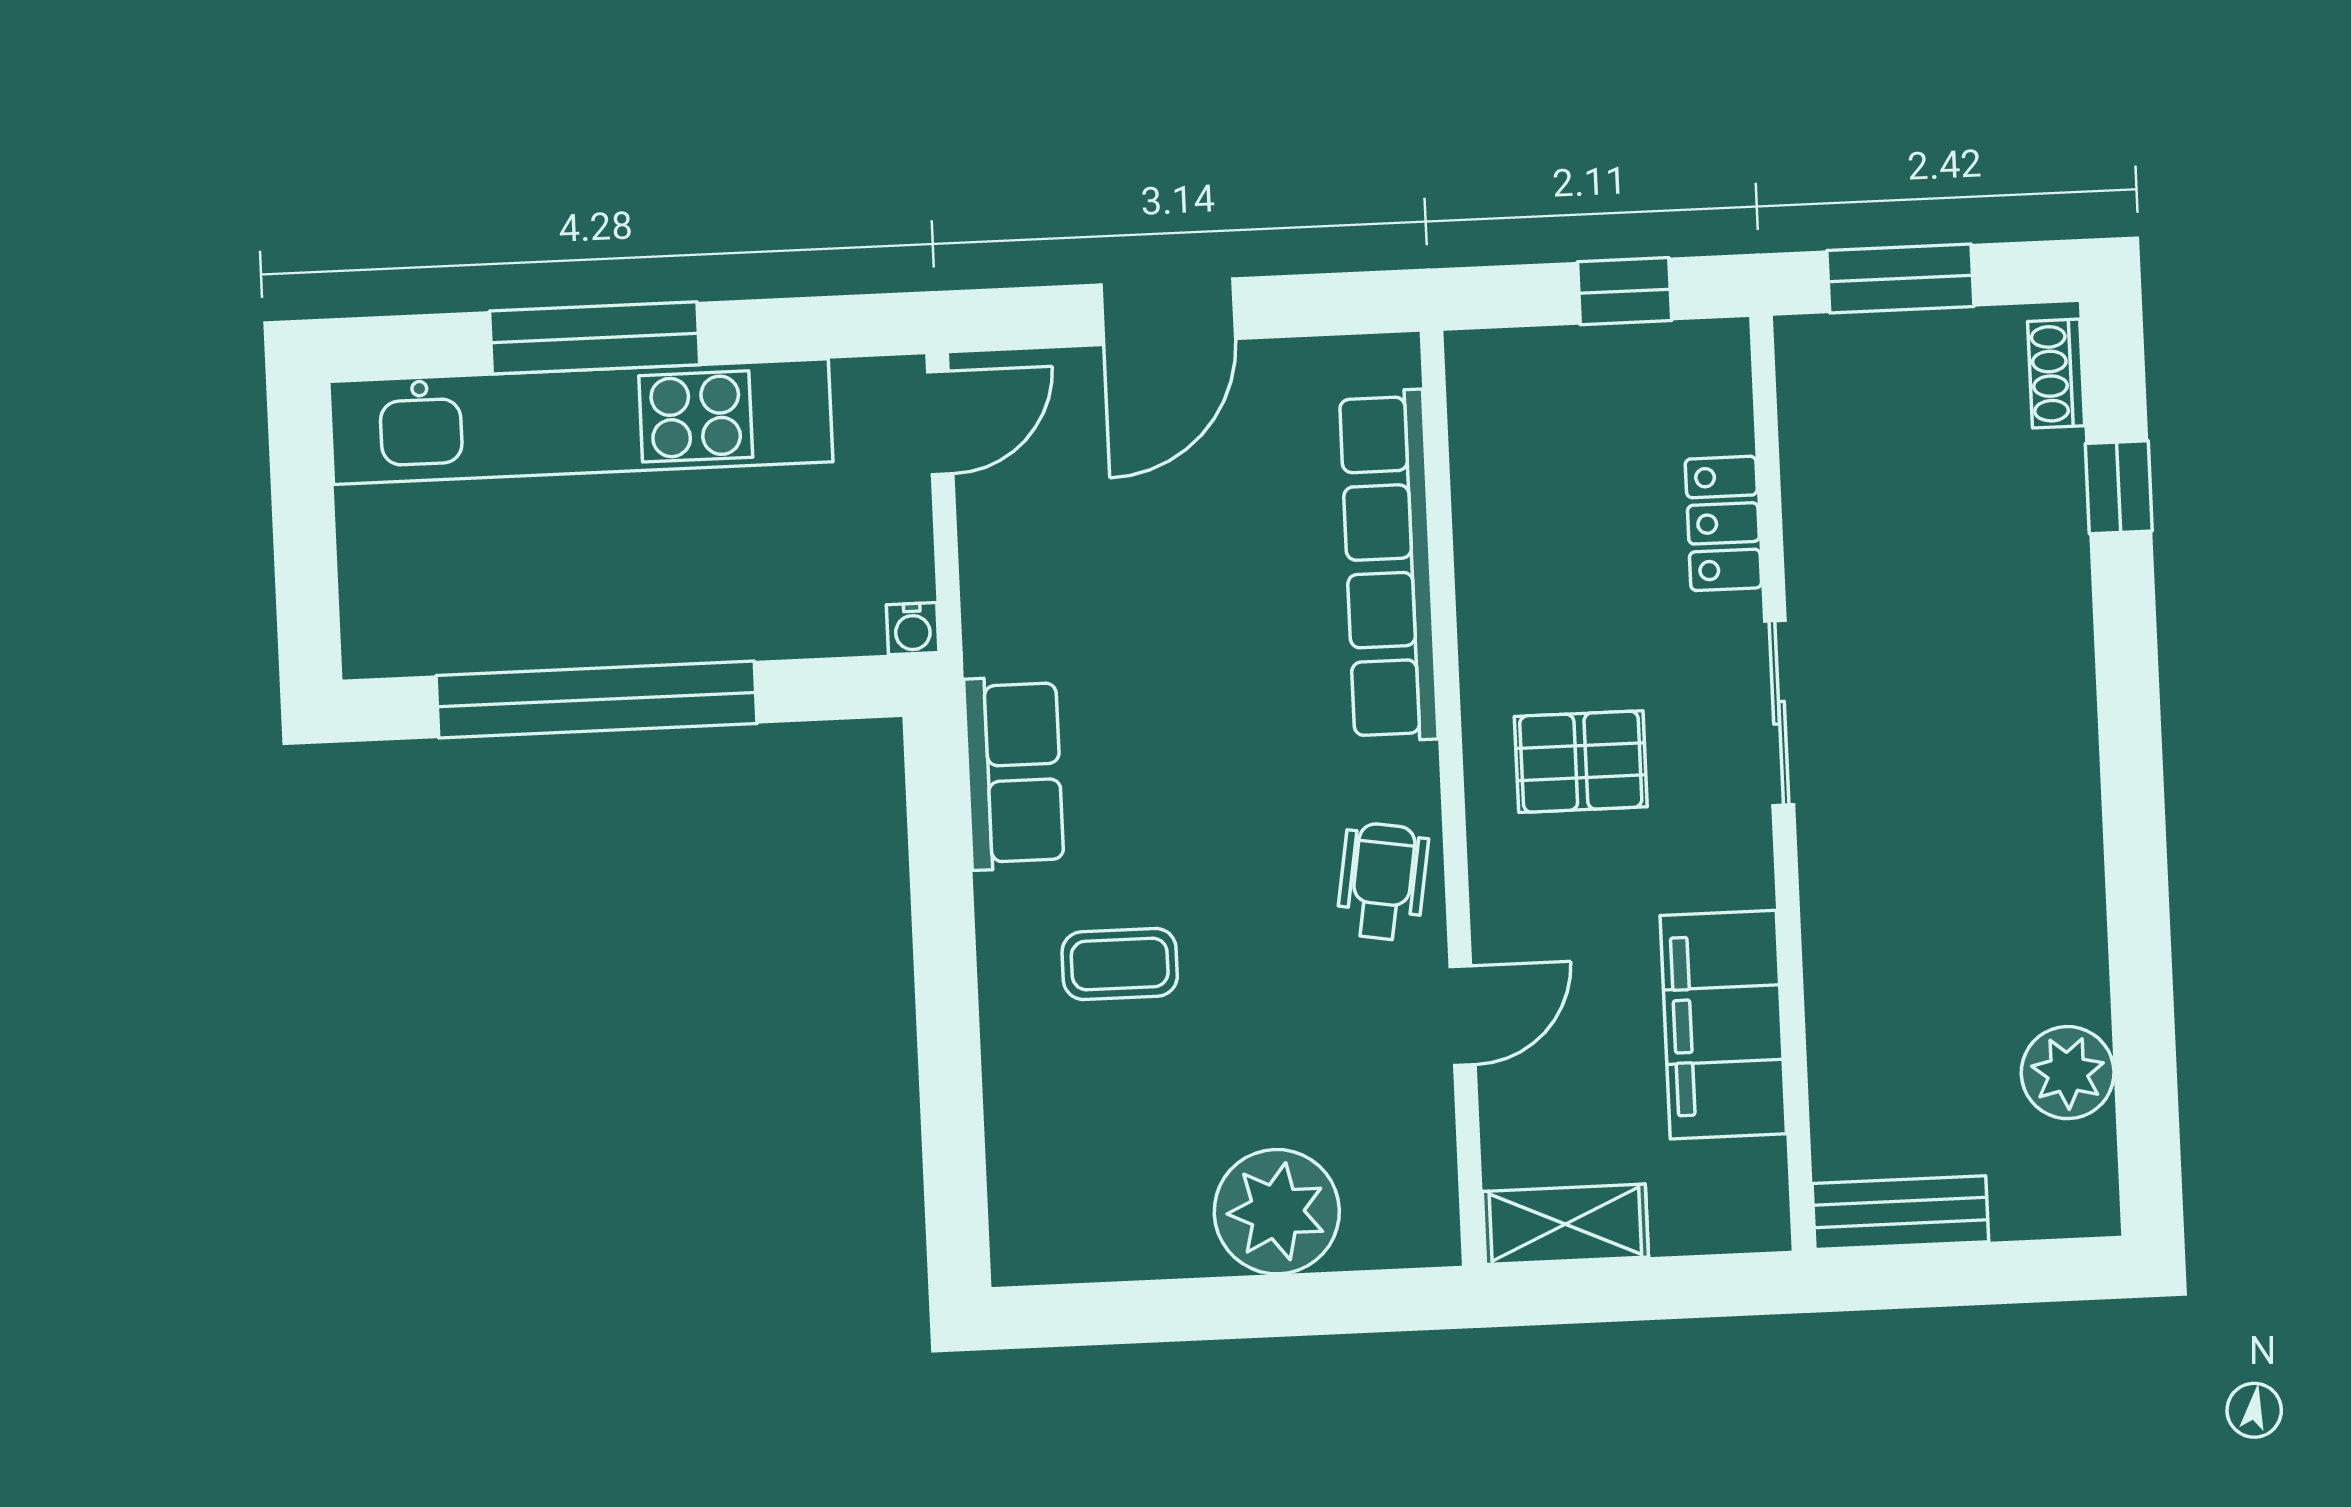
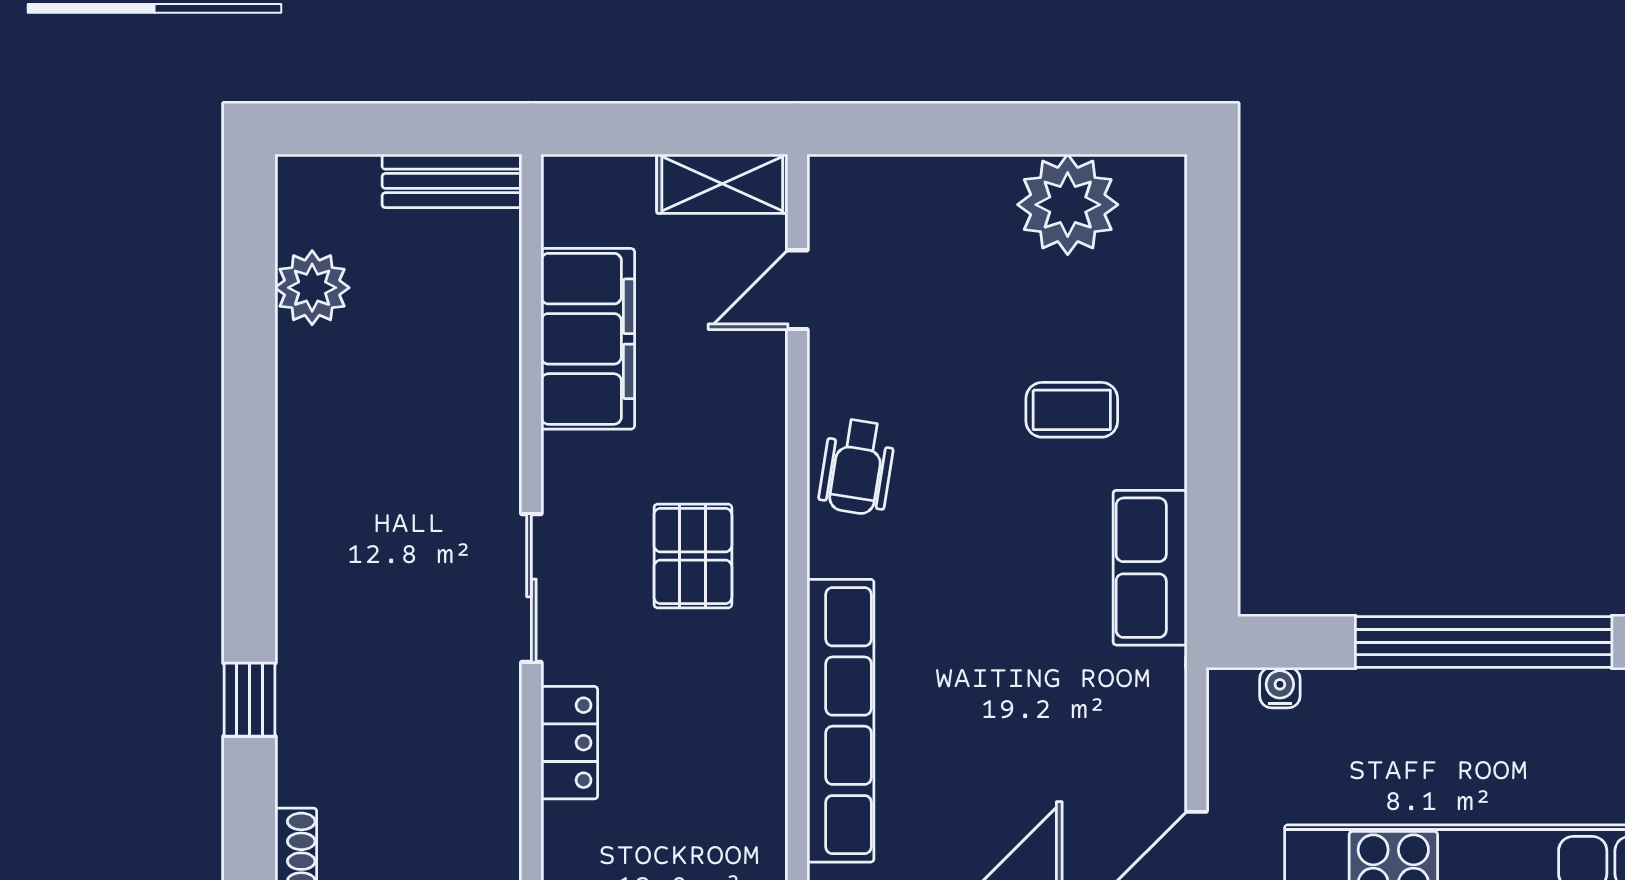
window: (2119, 487) -> (249, 700), moved
water cooler: (913, 629) -> (1280, 688), moved
pallet: (1581, 762) -> (693, 556), turned 90
door: (1463, 1016) -> (797, 290), moved
plant: (1277, 1212) -> (1068, 205), moved

